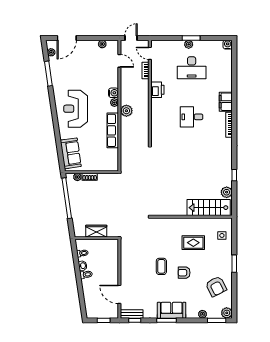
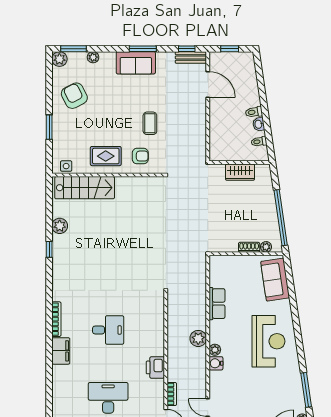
row of seats: (113, 130) -> (217, 304), width x0.68
stairs: (209, 208) -> (85, 188), moved
wall: (192, 217) -> (108, 175), moved
armchair: (184, 273) -> (140, 156), moved

